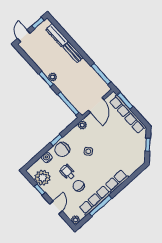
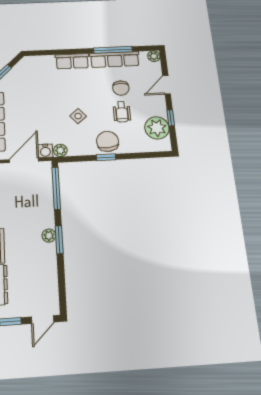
chair: (62, 149) -> (108, 141), turned -95
water cooler: (47, 157) -> (45, 151), moved

